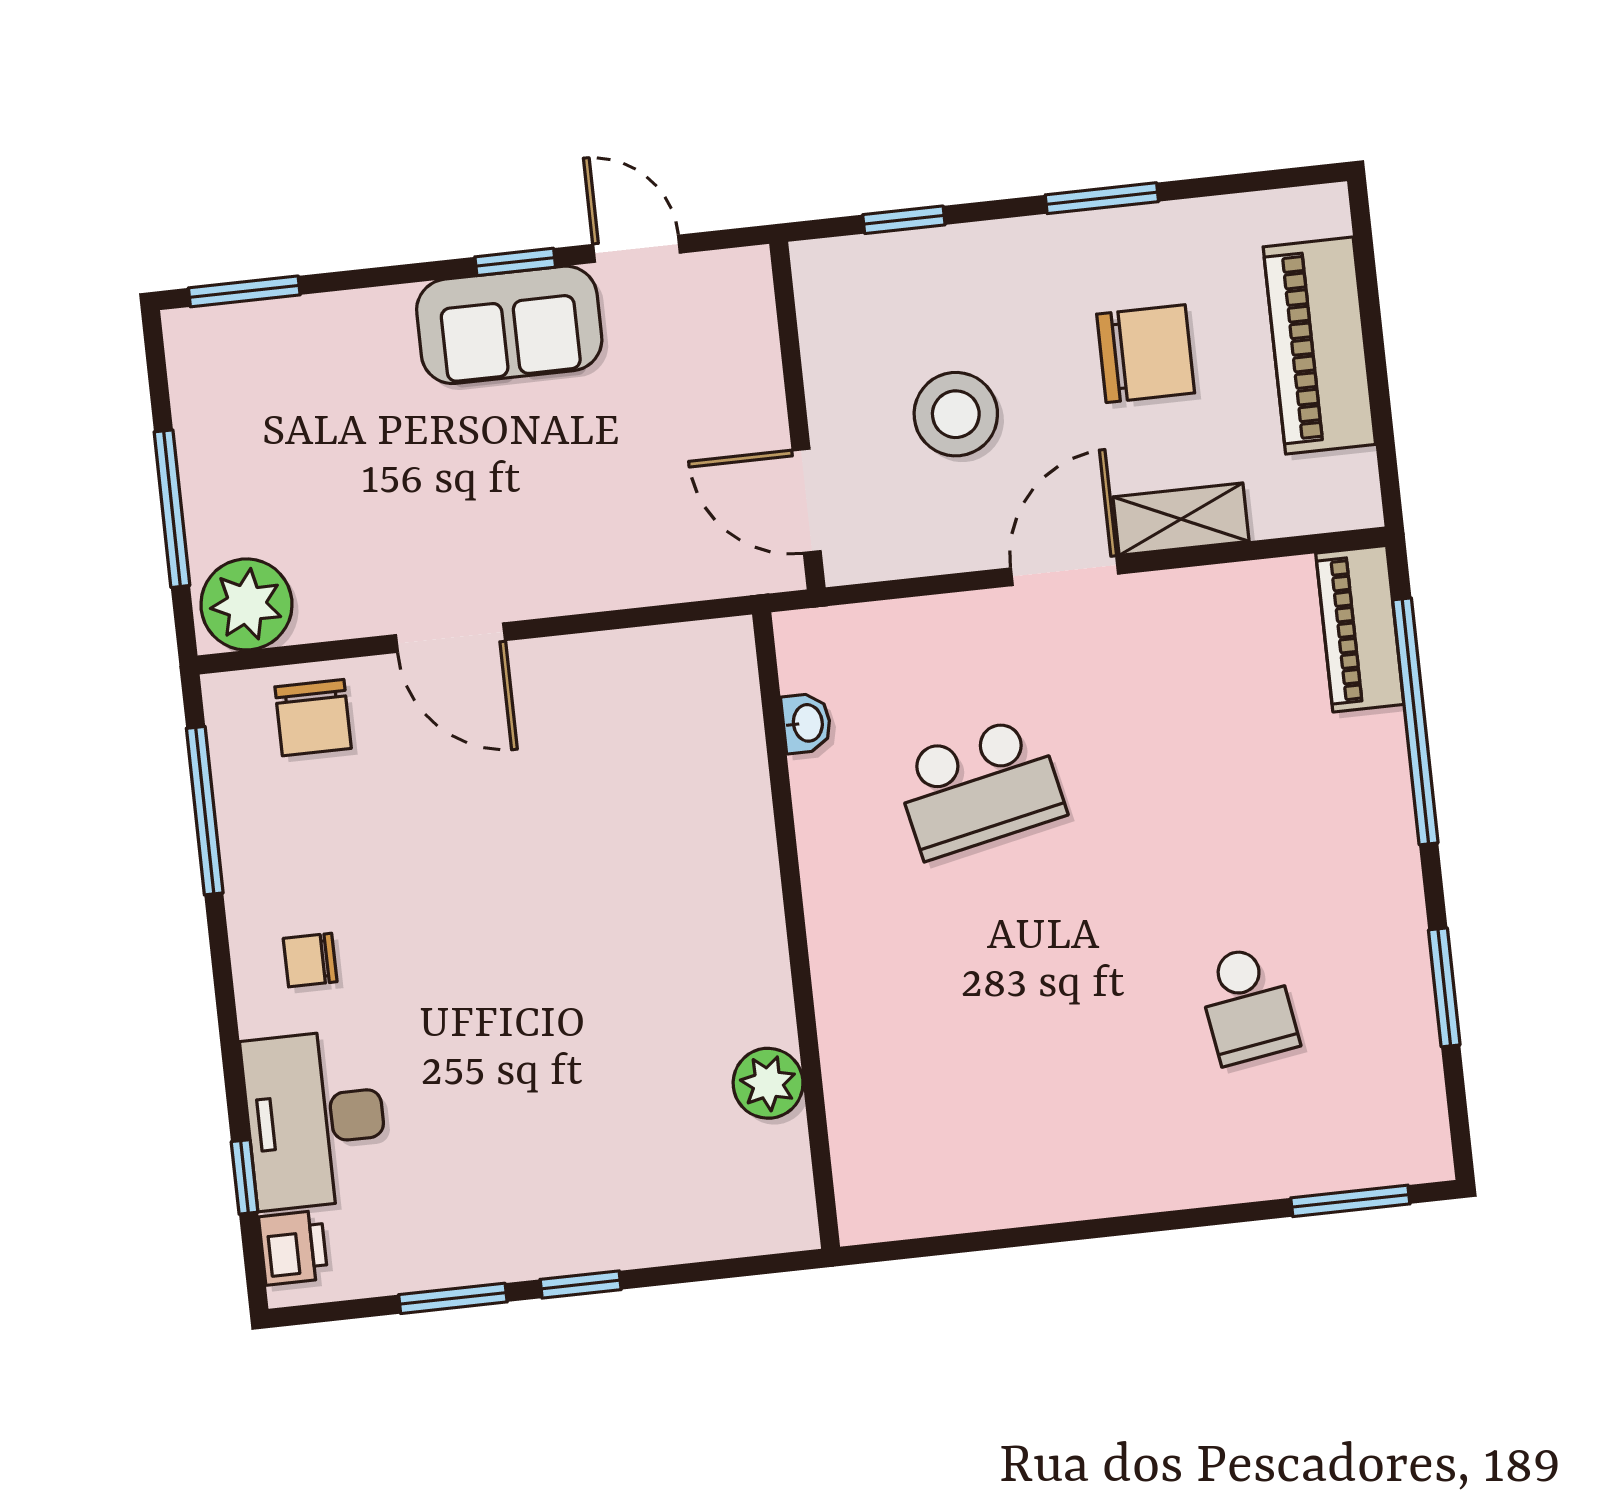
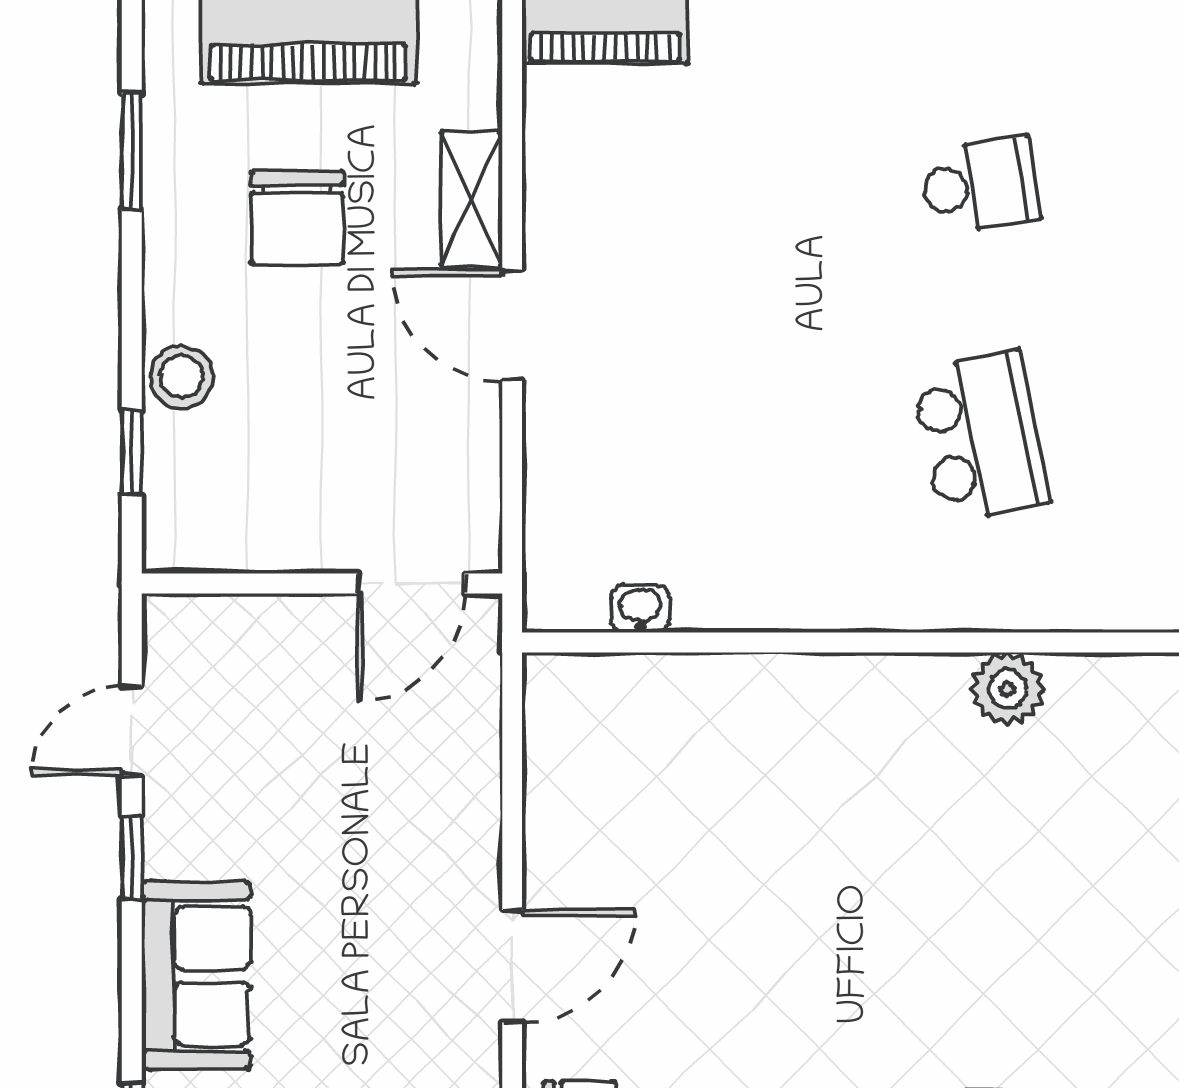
window: (1102, 198) -> (132, 152), moved
sofa: (509, 325) -> (196, 976), moved
chair: (1146, 354) -> (297, 217), turned 180
stool: (956, 414) -> (182, 377), moved, width x0.73, depth x0.73
school desk: (979, 787) -> (980, 437), moved

